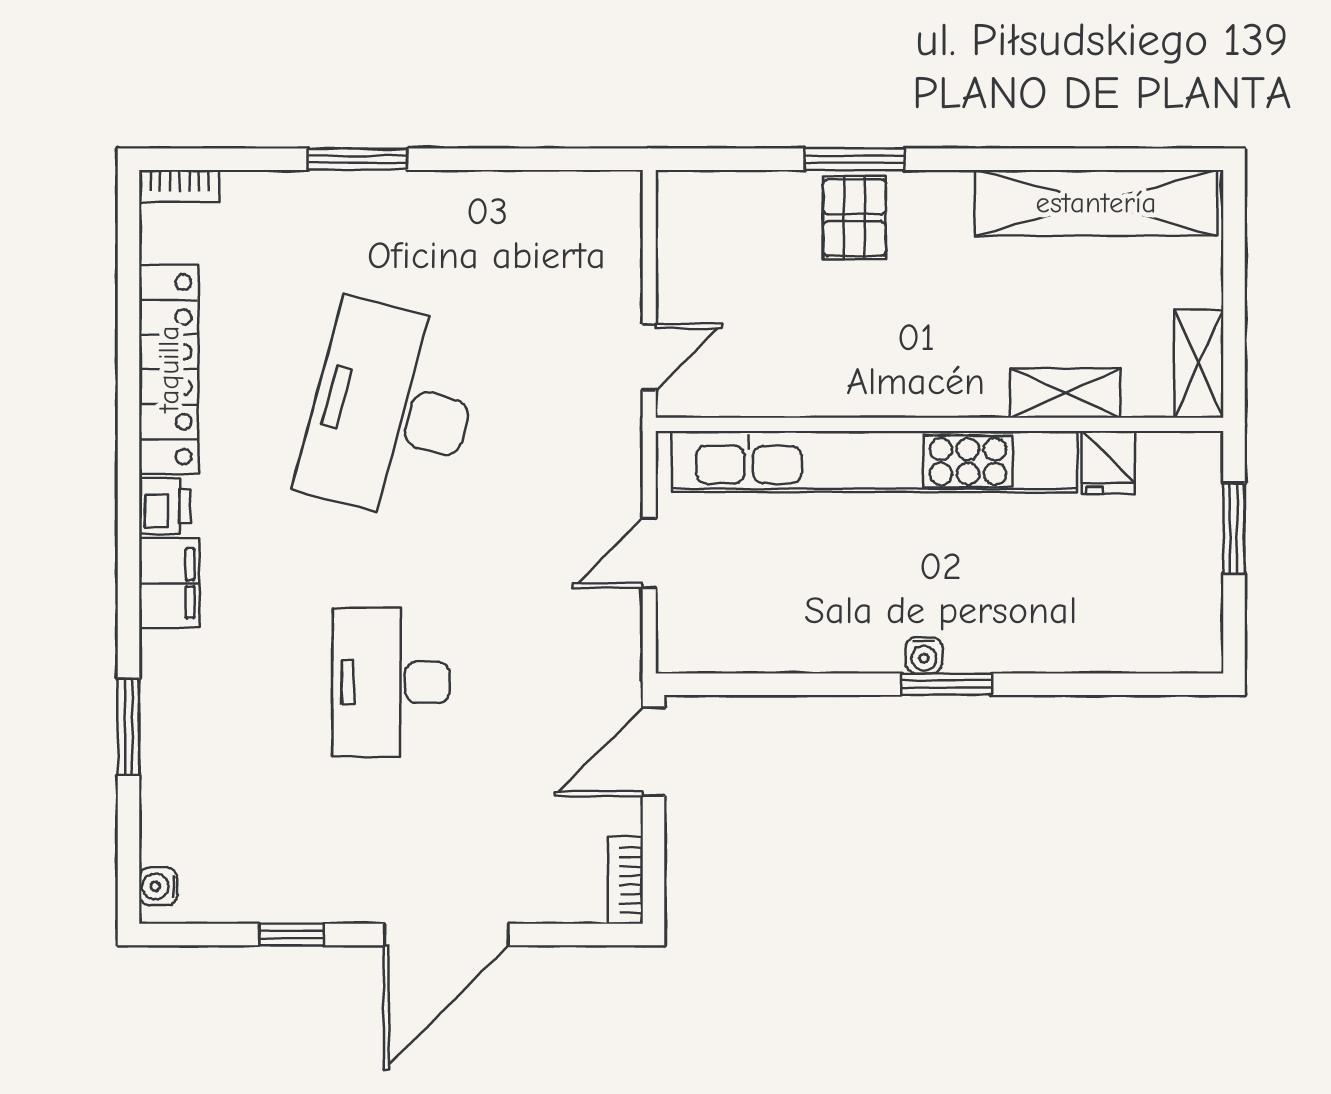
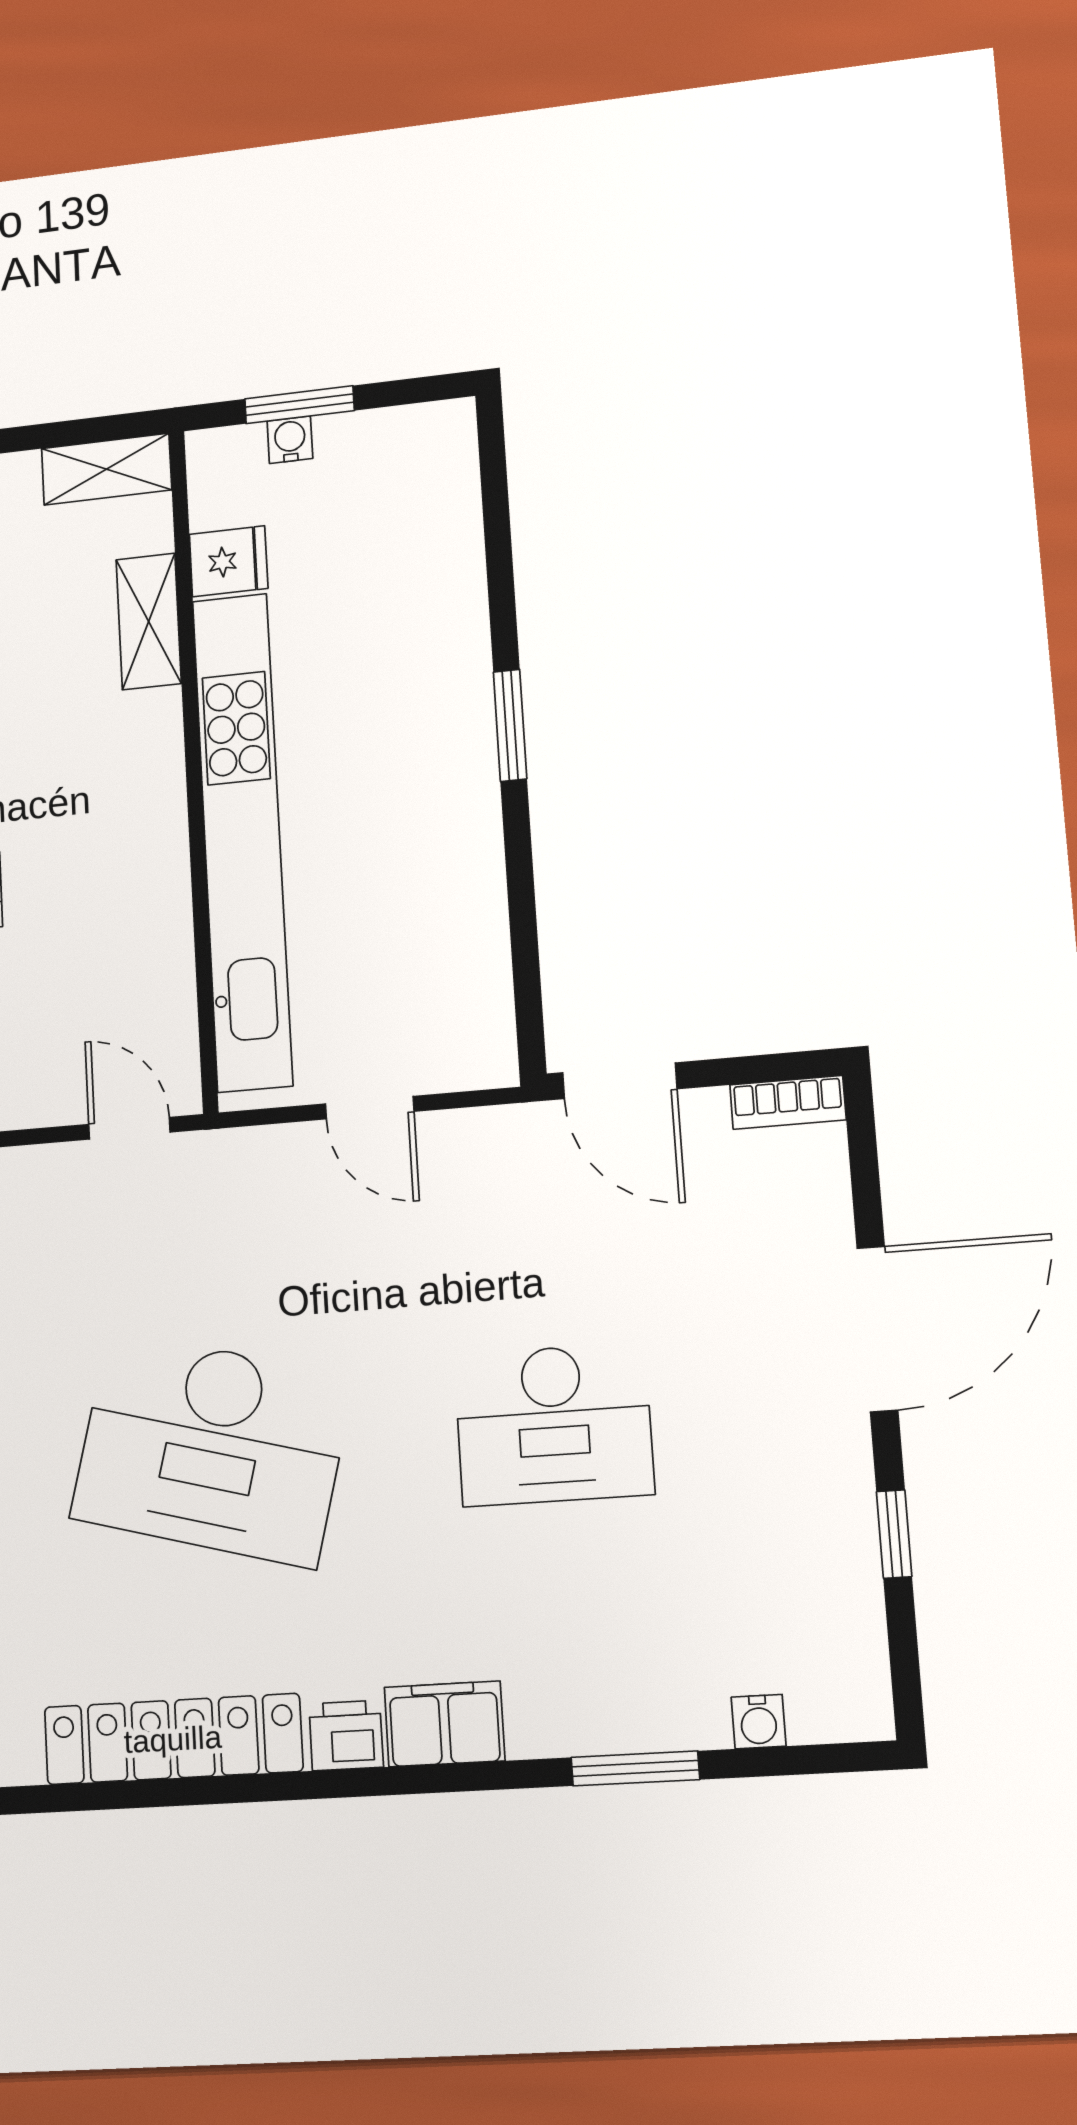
water cooler: (924, 655) -> (290, 440), moved, turned -90
water cooler: (158, 886) -> (759, 1722), moved
door: (446, 934) -> (877, 1329), hinge flipped

